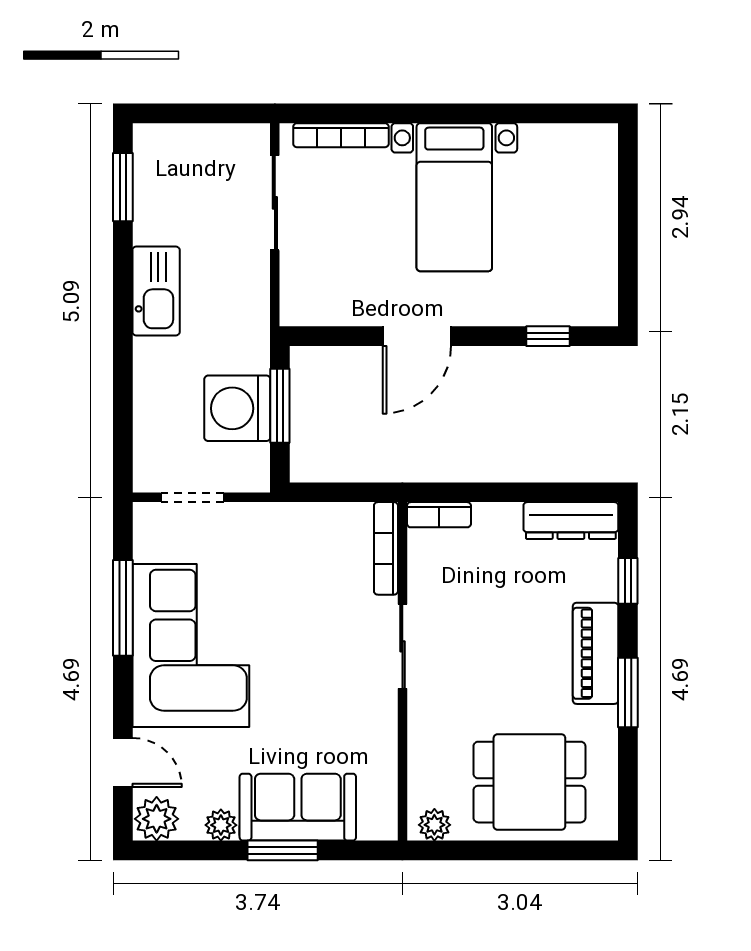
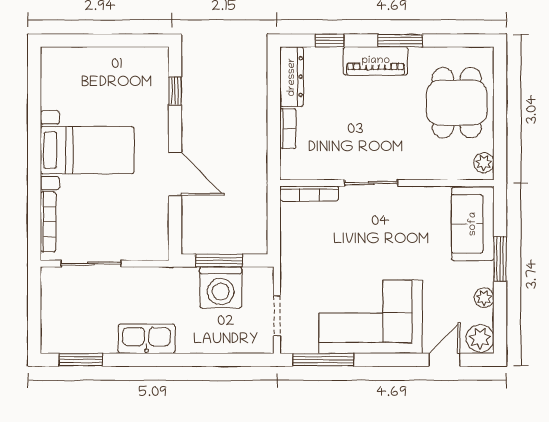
bookcase: (439, 515) -> (288, 129), moved
window: (123, 608) -> (323, 360), moved
sofa: (298, 807) -> (473, 224), moved

